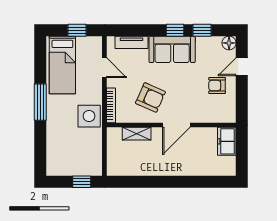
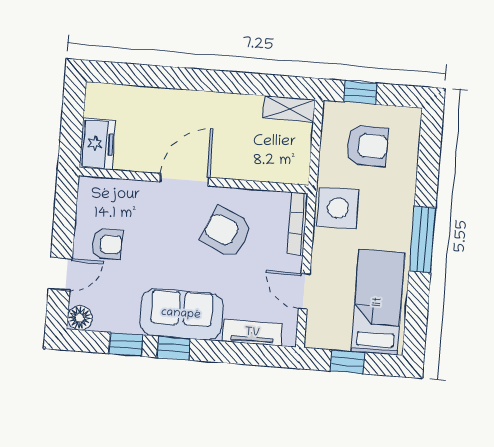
shelving: (137, 134) -> (289, 109), moved
armchair: (76, 152) -> (367, 146), added

